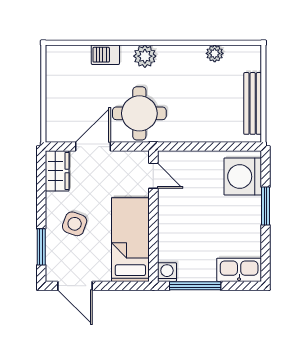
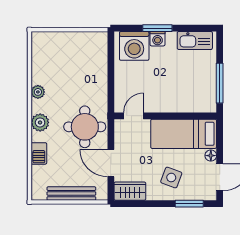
plant: (215, 53) -> (38, 92), moved
bench: (253, 103) -> (71, 194), moved
kitchen sink: (239, 270) -> (195, 40), moved, turned -90
washing machine: (167, 272) -> (158, 39), moved, turned -90
floor lamp: (103, 274) -> (211, 156), added

